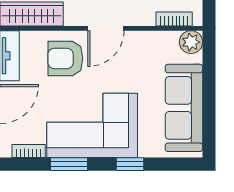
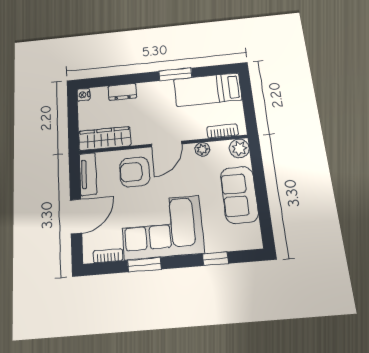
plant: (148, 39) -> (202, 149), added
sofa: (184, 108) -> (239, 195), width x0.73
window: (130, 164) -> (215, 259), moved

